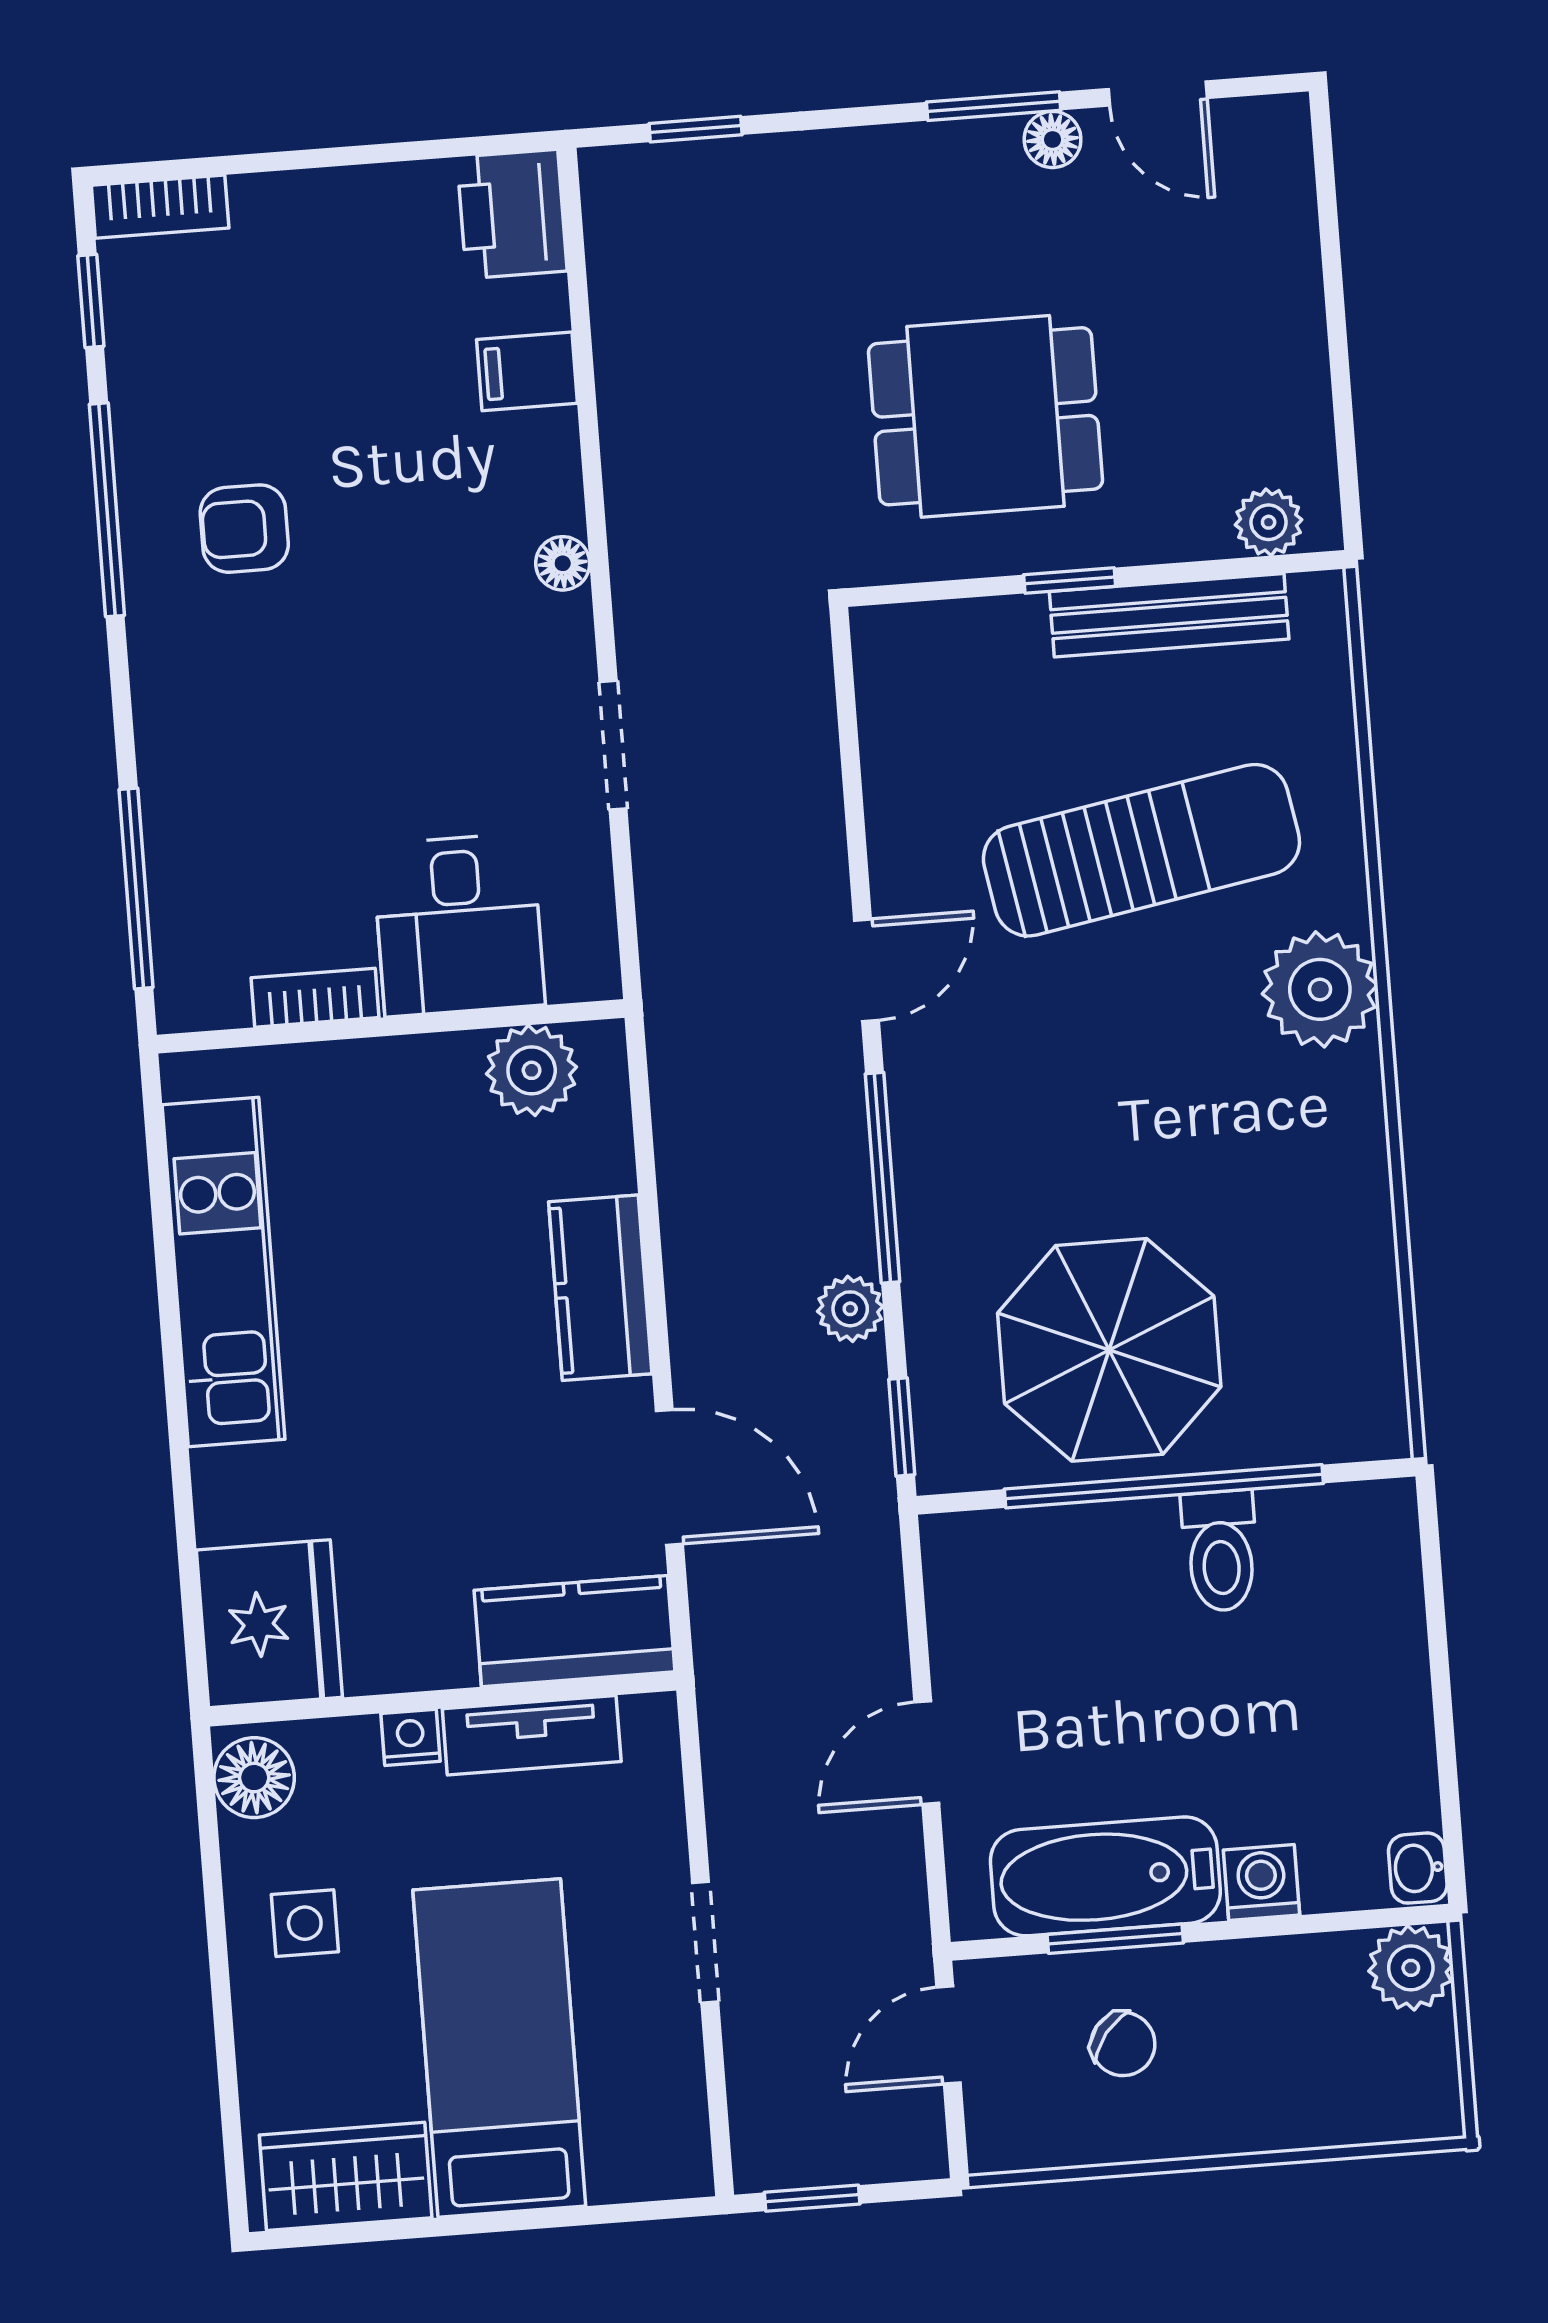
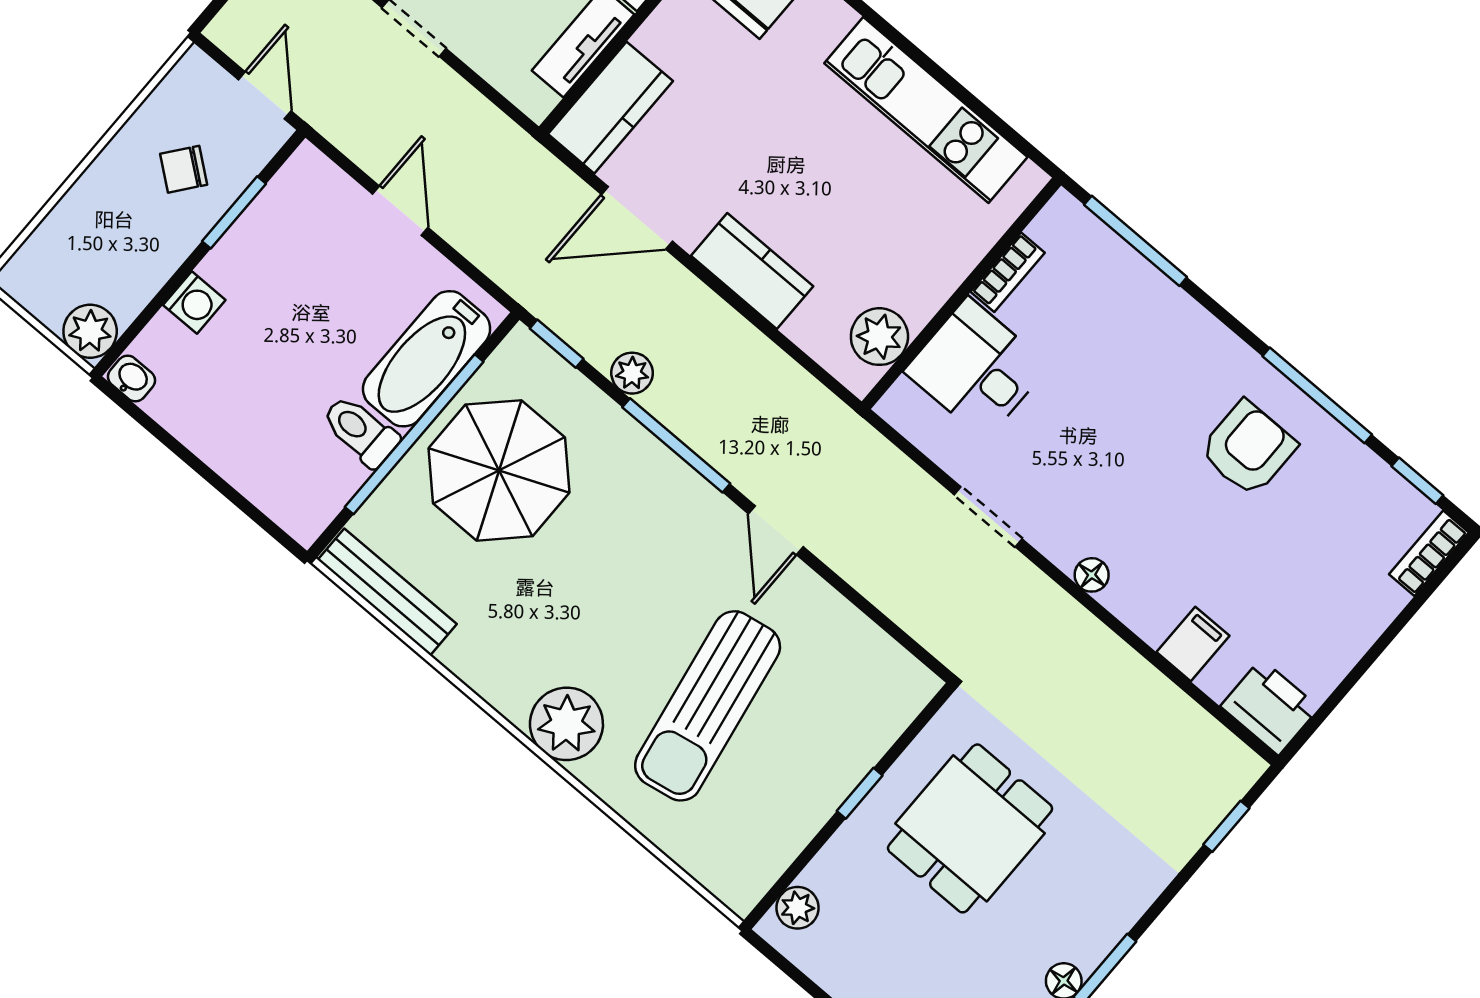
armchair: (244, 529) -> (1248, 448), width x1.38, depth x1.38
bench: (1169, 615) -> (387, 592), moved, turned 90
bathtub: (1105, 1876) -> (427, 359), moved, turned 180

